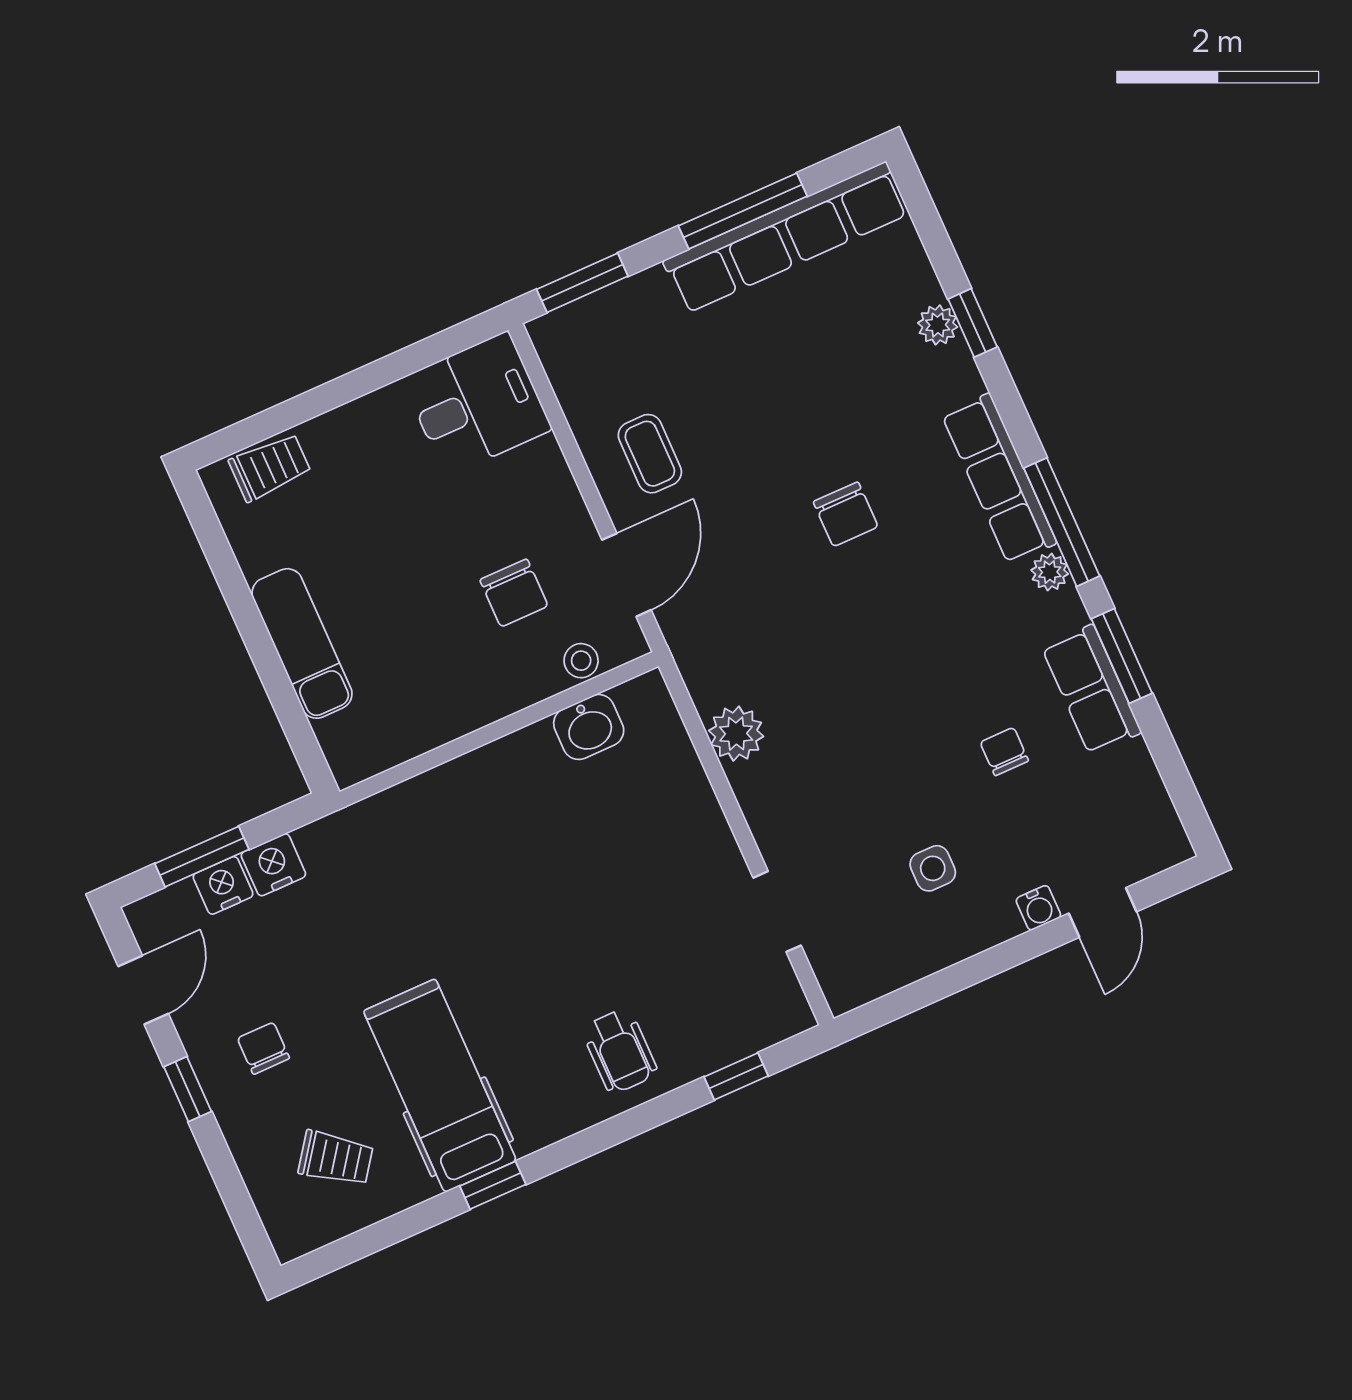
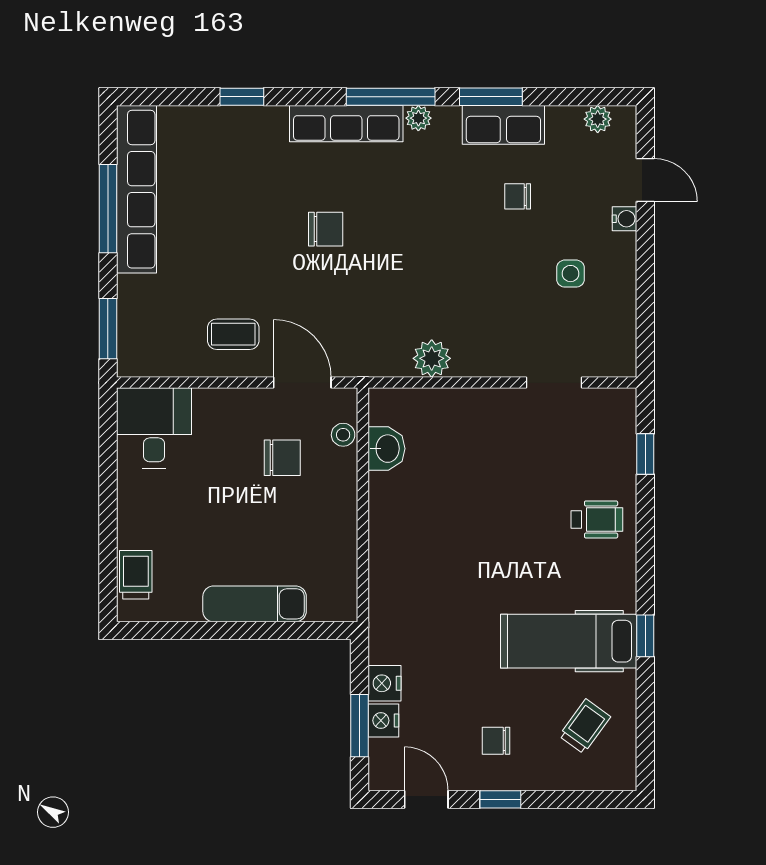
plant: (938, 325) -> (598, 119), moved

